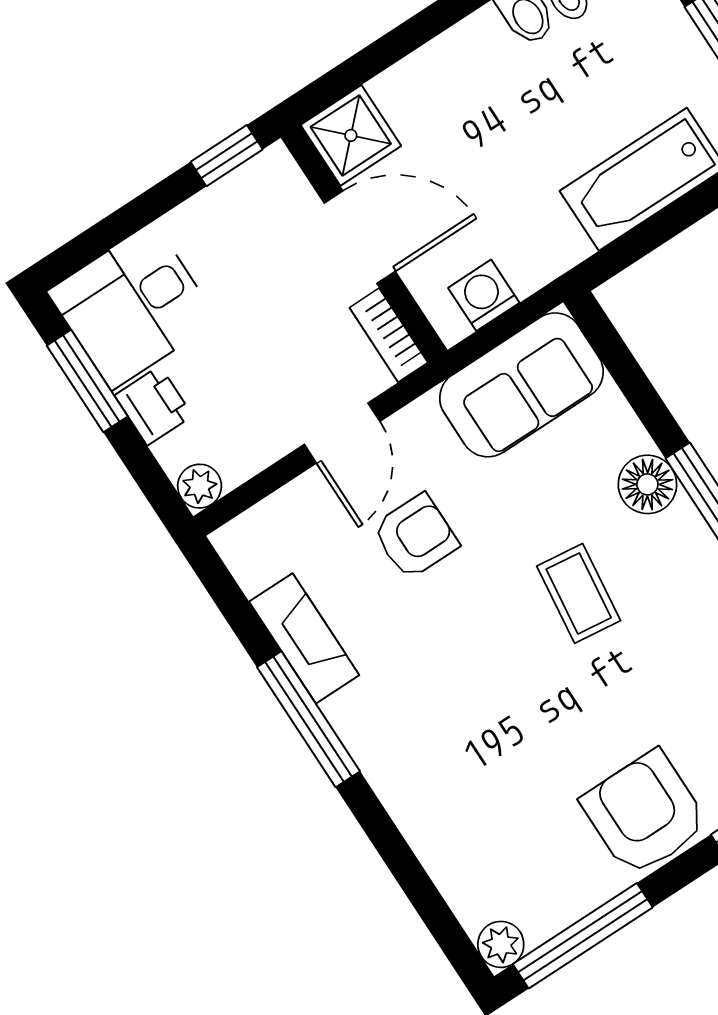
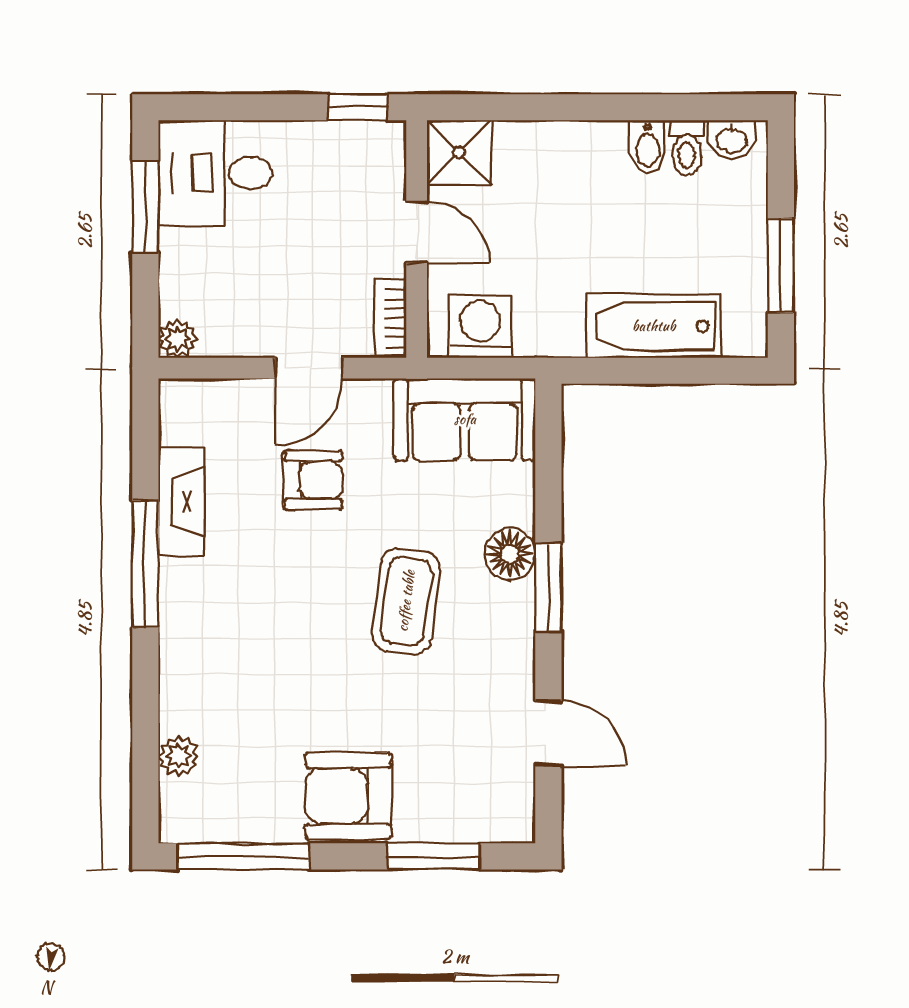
door: (360, 237) -> (417, 232), width x0.73
washing machine: (484, 295) -> (480, 326), width x1.38, depth x1.38
printer: (153, 406) -> (182, 257), removed
coffee table: (579, 593) -> (406, 601), width x1.36, depth x1.30
armchair: (645, 813) -> (348, 796), turned -90
plant: (501, 944) -> (179, 756), moved

